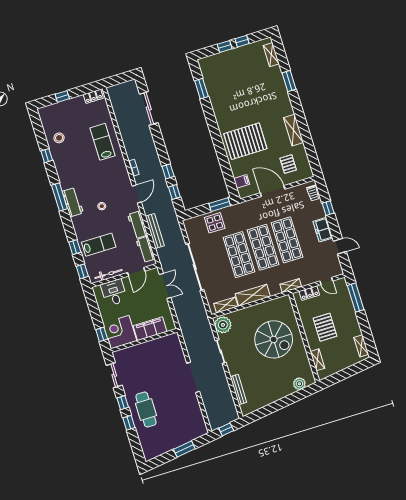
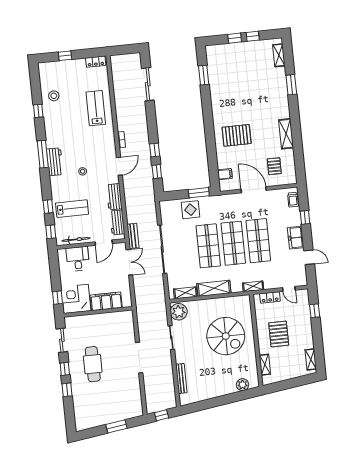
pallet: (245, 141) -> (237, 135), width x0.73, depth x0.71
bench: (155, 231) -> (133, 236), moved, width x0.73
window: (356, 298) -> (315, 311), width x0.46
cafe table: (146, 409) -> (93, 364), moved

